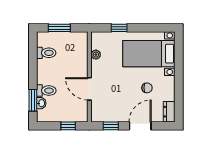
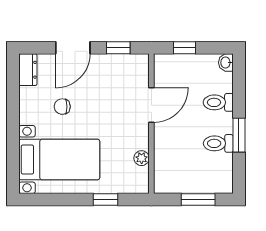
toilet: (46, 53) -> (218, 143), moved
door: (89, 89) -> (151, 105), hinge flipped
window: (33, 100) -> (239, 135), moved
washbasin: (41, 103) -> (226, 63), moved

